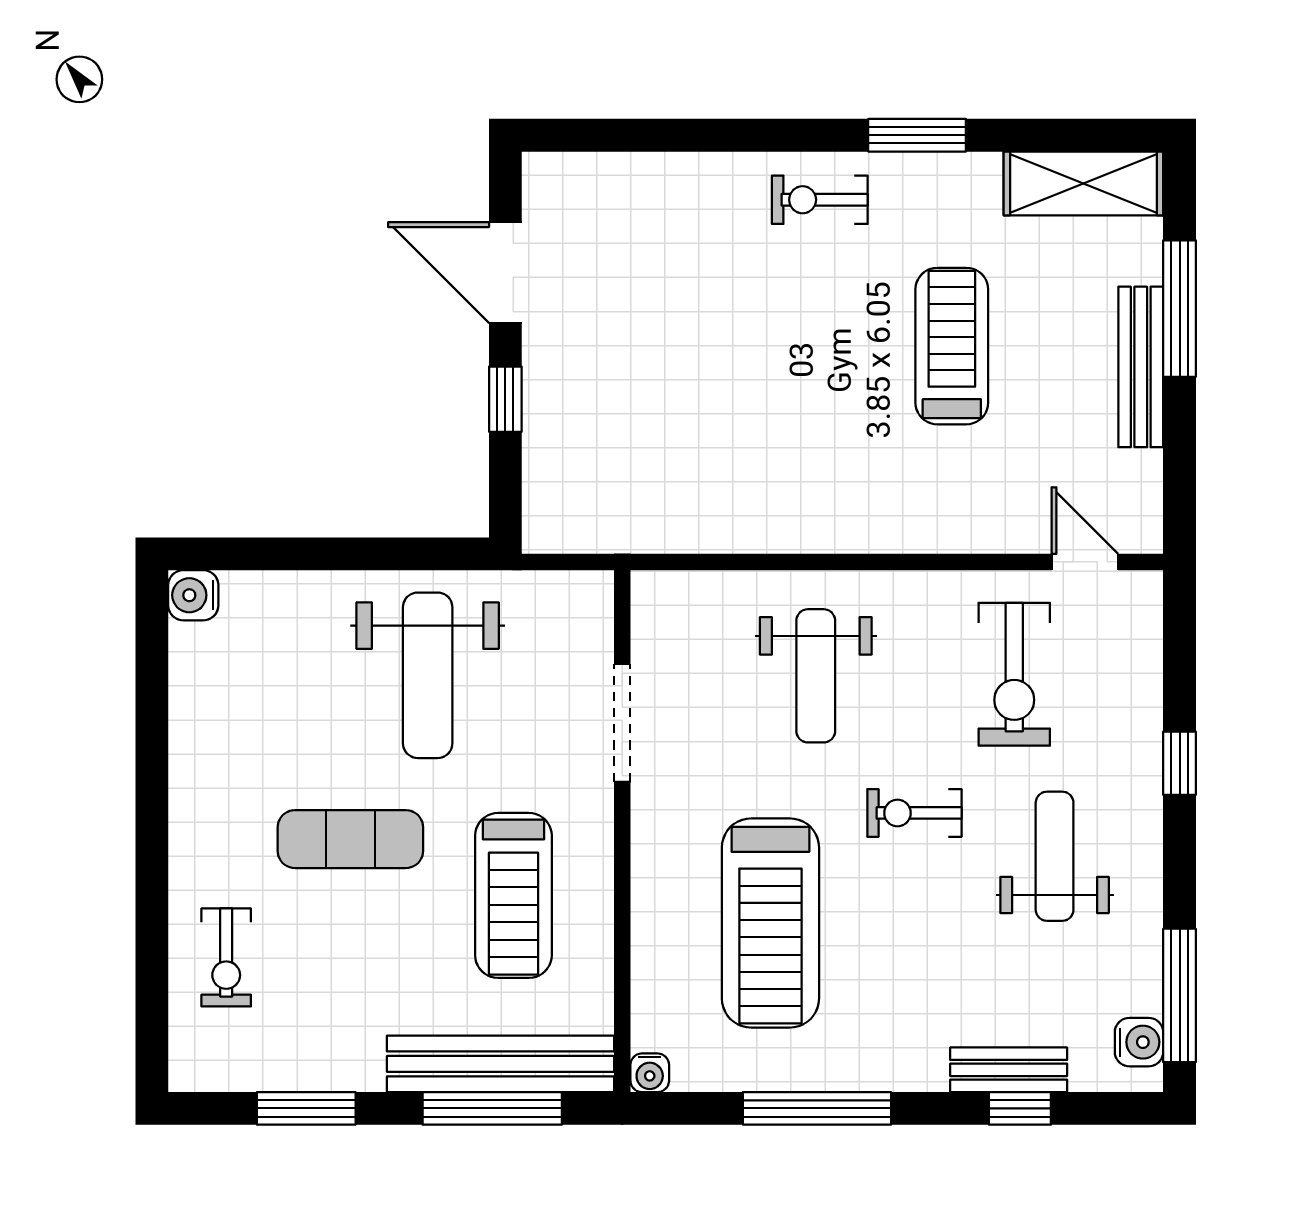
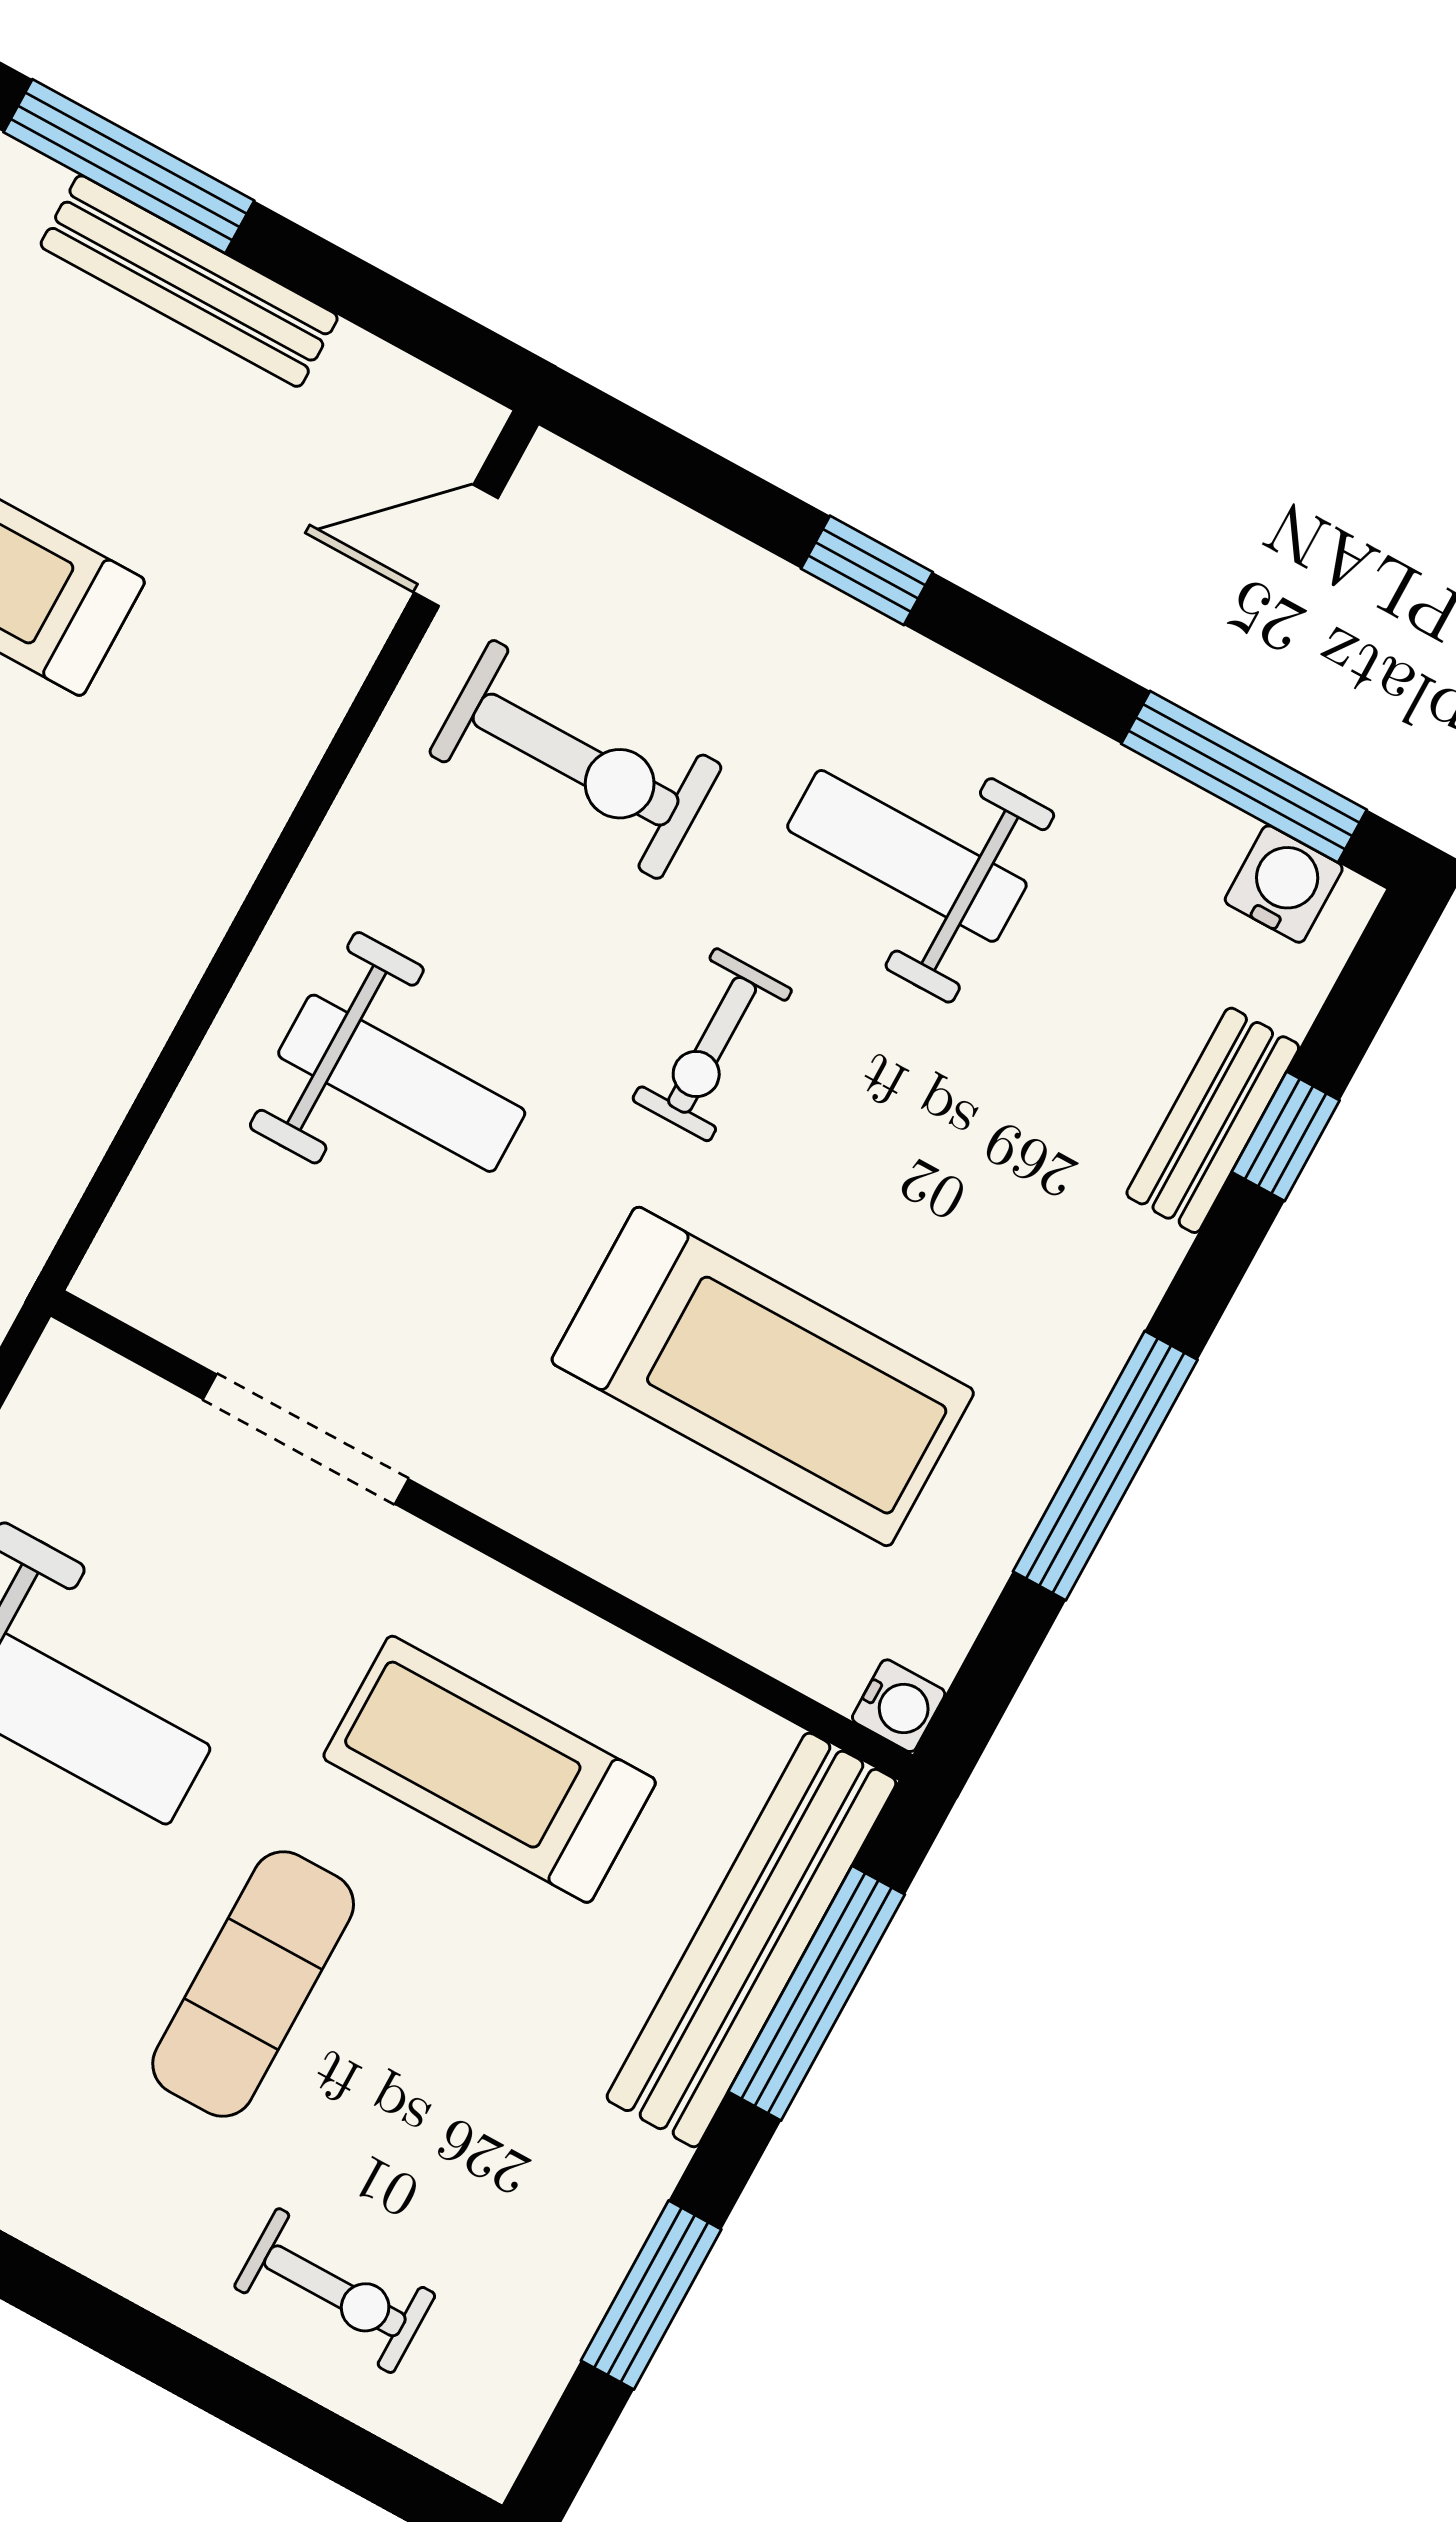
treadmill: (513, 895) -> (490, 1769), turned 180

